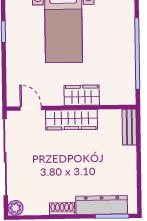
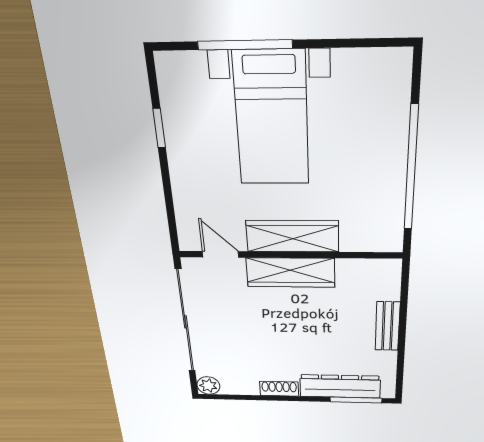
wardrobe: (82, 95) -> (292, 236), width x1.50
bench: (129, 127) -> (388, 326), moved

